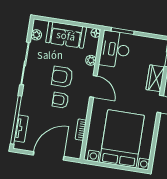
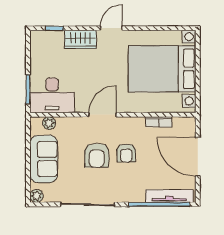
floor lamp: (96, 33) -> (36, 122), removed
plant: (36, 35) -> (36, 196), moved
plant: (91, 60) -> (49, 123), moved
tv unit: (21, 129) -> (169, 196), width x1.41

